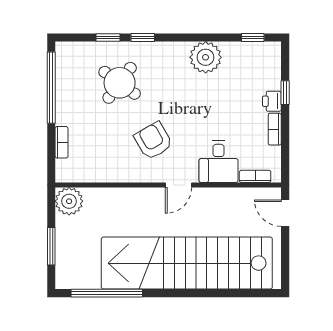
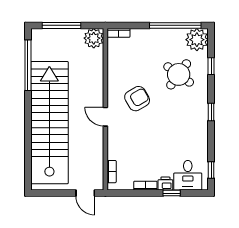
window: (143, 38) -> (211, 112), moved
plant: (206, 57) -> (197, 40), moved
bookcase: (62, 142) -> (118, 33), moved
desk: (218, 162) -> (188, 175), moved, turned -90
door: (285, 213) -> (85, 193), swing flipped
window: (51, 246) -> (62, 25), width x1.44

